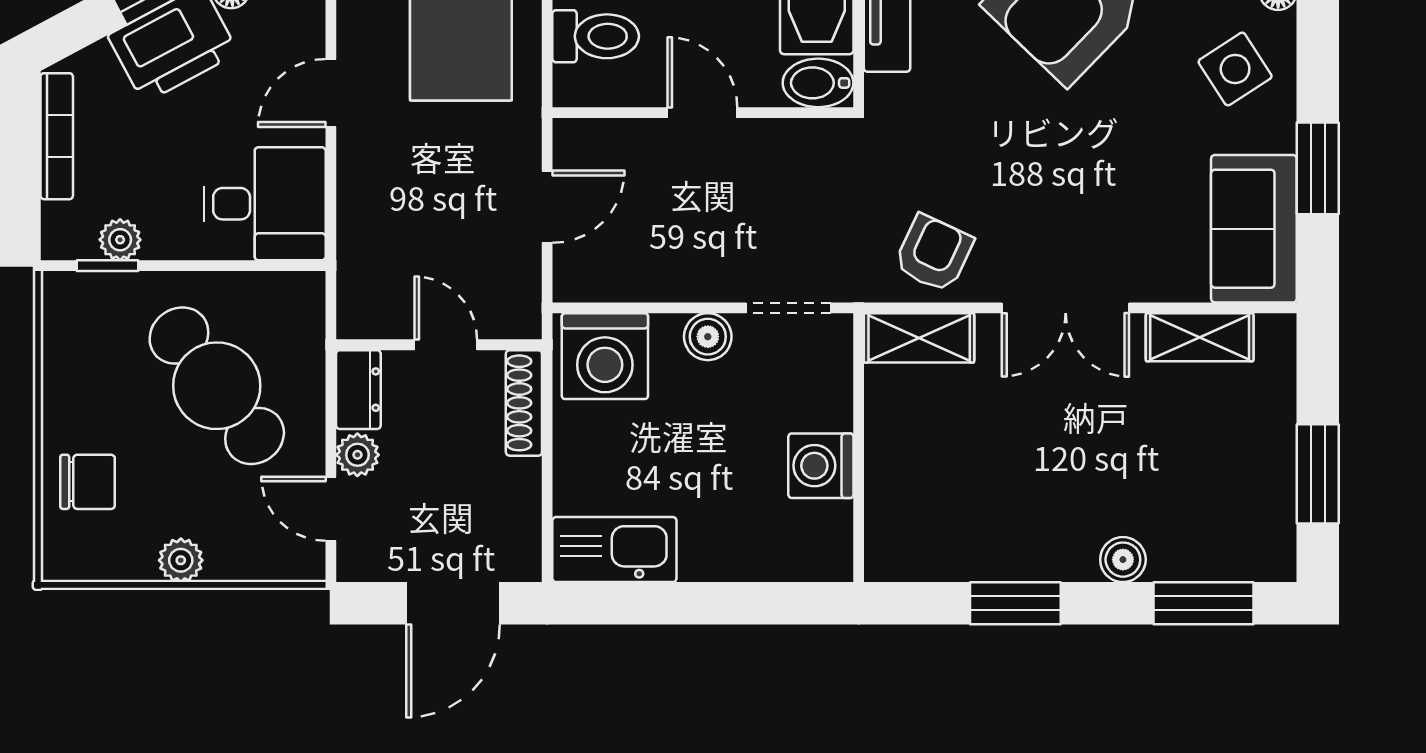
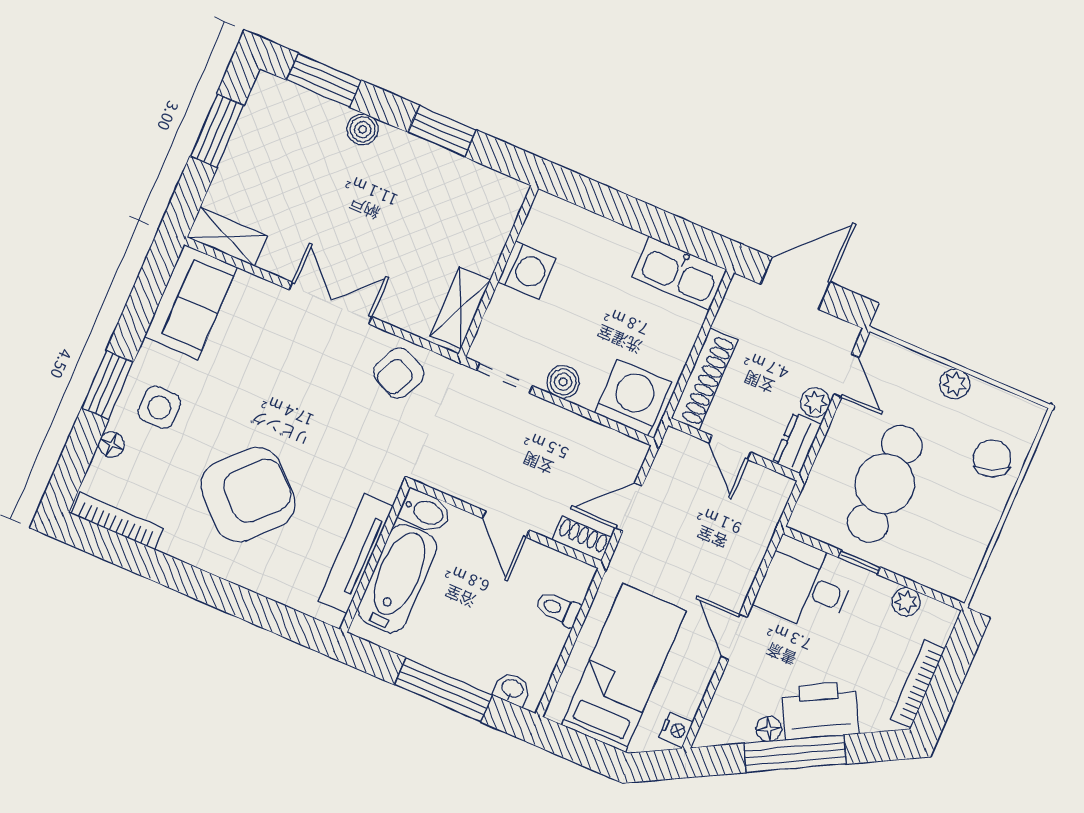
toilet: (596, 36) -> (558, 609), width x0.73, depth x0.72
side table: (1235, 69) -> (159, 407), turned 33
door: (331, 93) -> (734, 637), swing flipped
shoe rack: (592, 137) -> (582, 539), added
window: (1318, 168) -> (107, 385), moved
window: (108, 266) -> (859, 562), moved
shelving: (1200, 337) -> (227, 237), moved
shelving: (919, 338) -> (460, 308), moved, turned 90
cafe table: (217, 386) -> (885, 484), turned 37
shoe rack: (524, 403) -> (704, 379), width x1.36, depth x1.24
chair: (88, 482) -> (992, 458), turned 68

